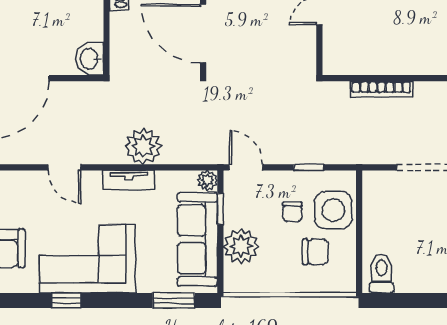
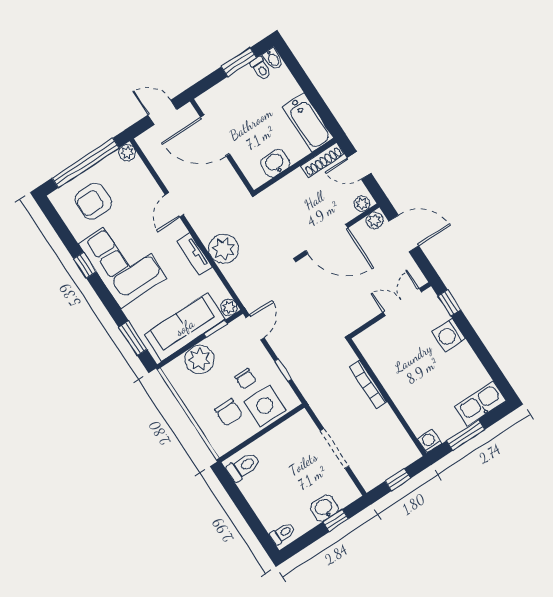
door: (203, 33) -> (327, 239), swing flipped
washbasin: (90, 59) -> (275, 163), moved
chair: (292, 212) -> (246, 379), turned -90

